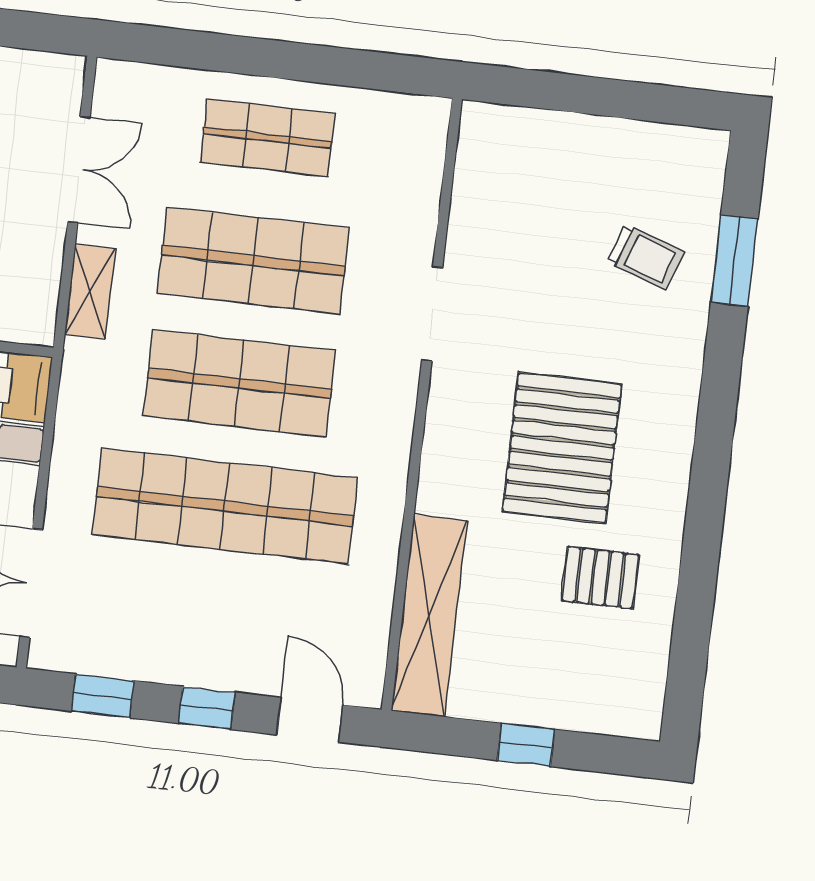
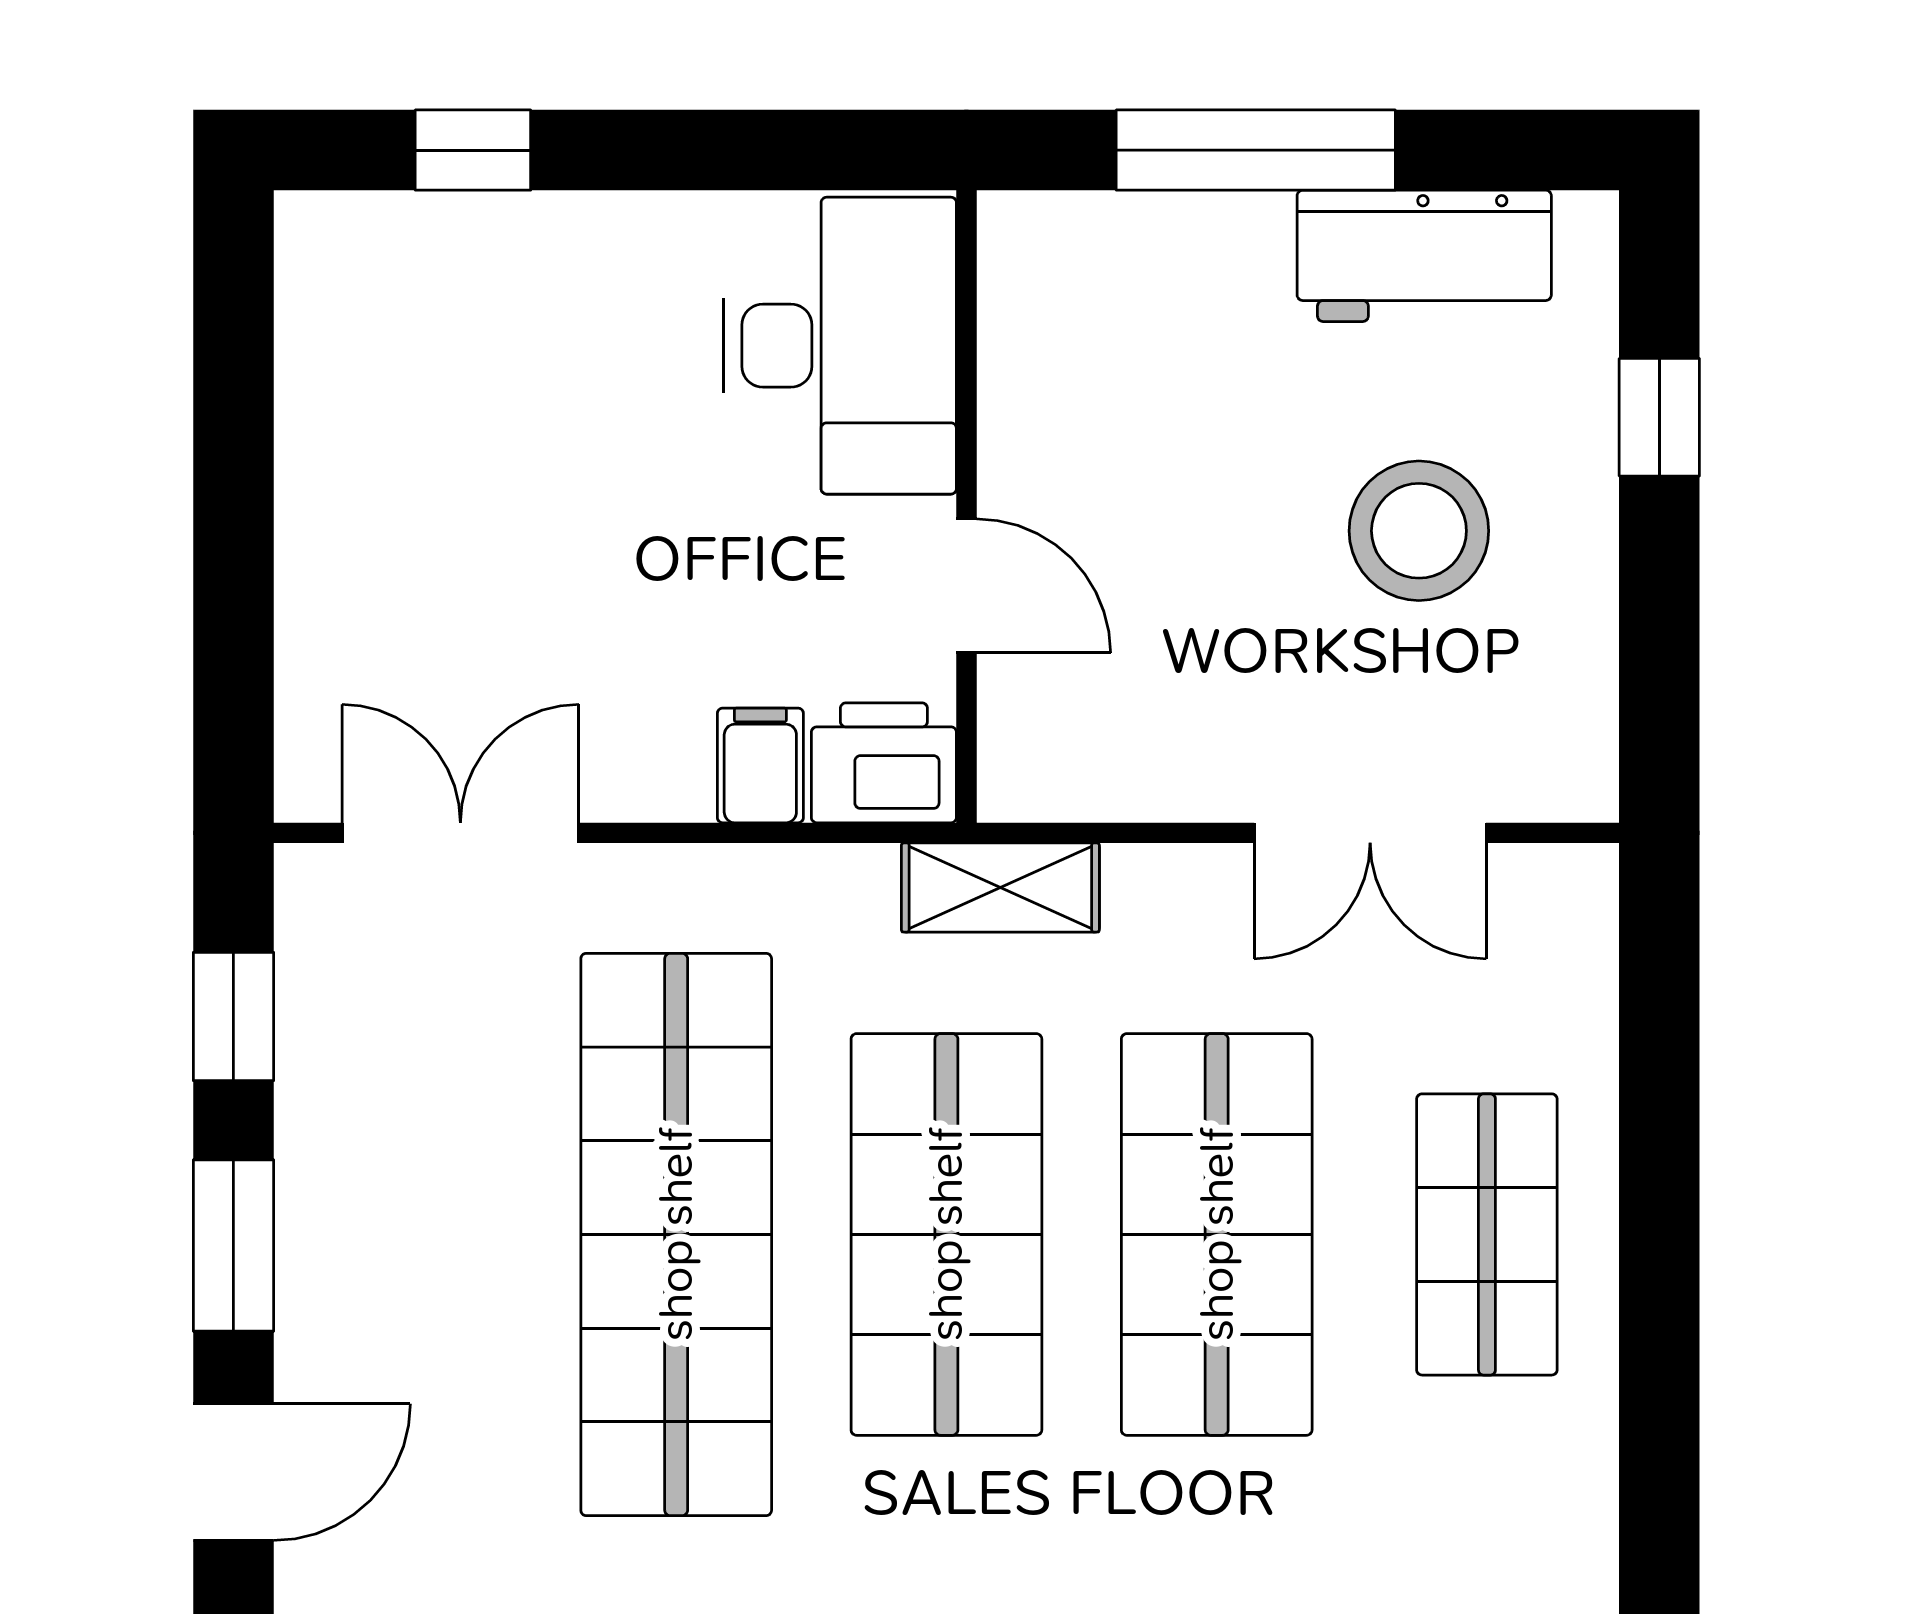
shelving: (90, 292) -> (1000, 887), moved
window: (207, 708) -> (233, 1246), width x1.50

